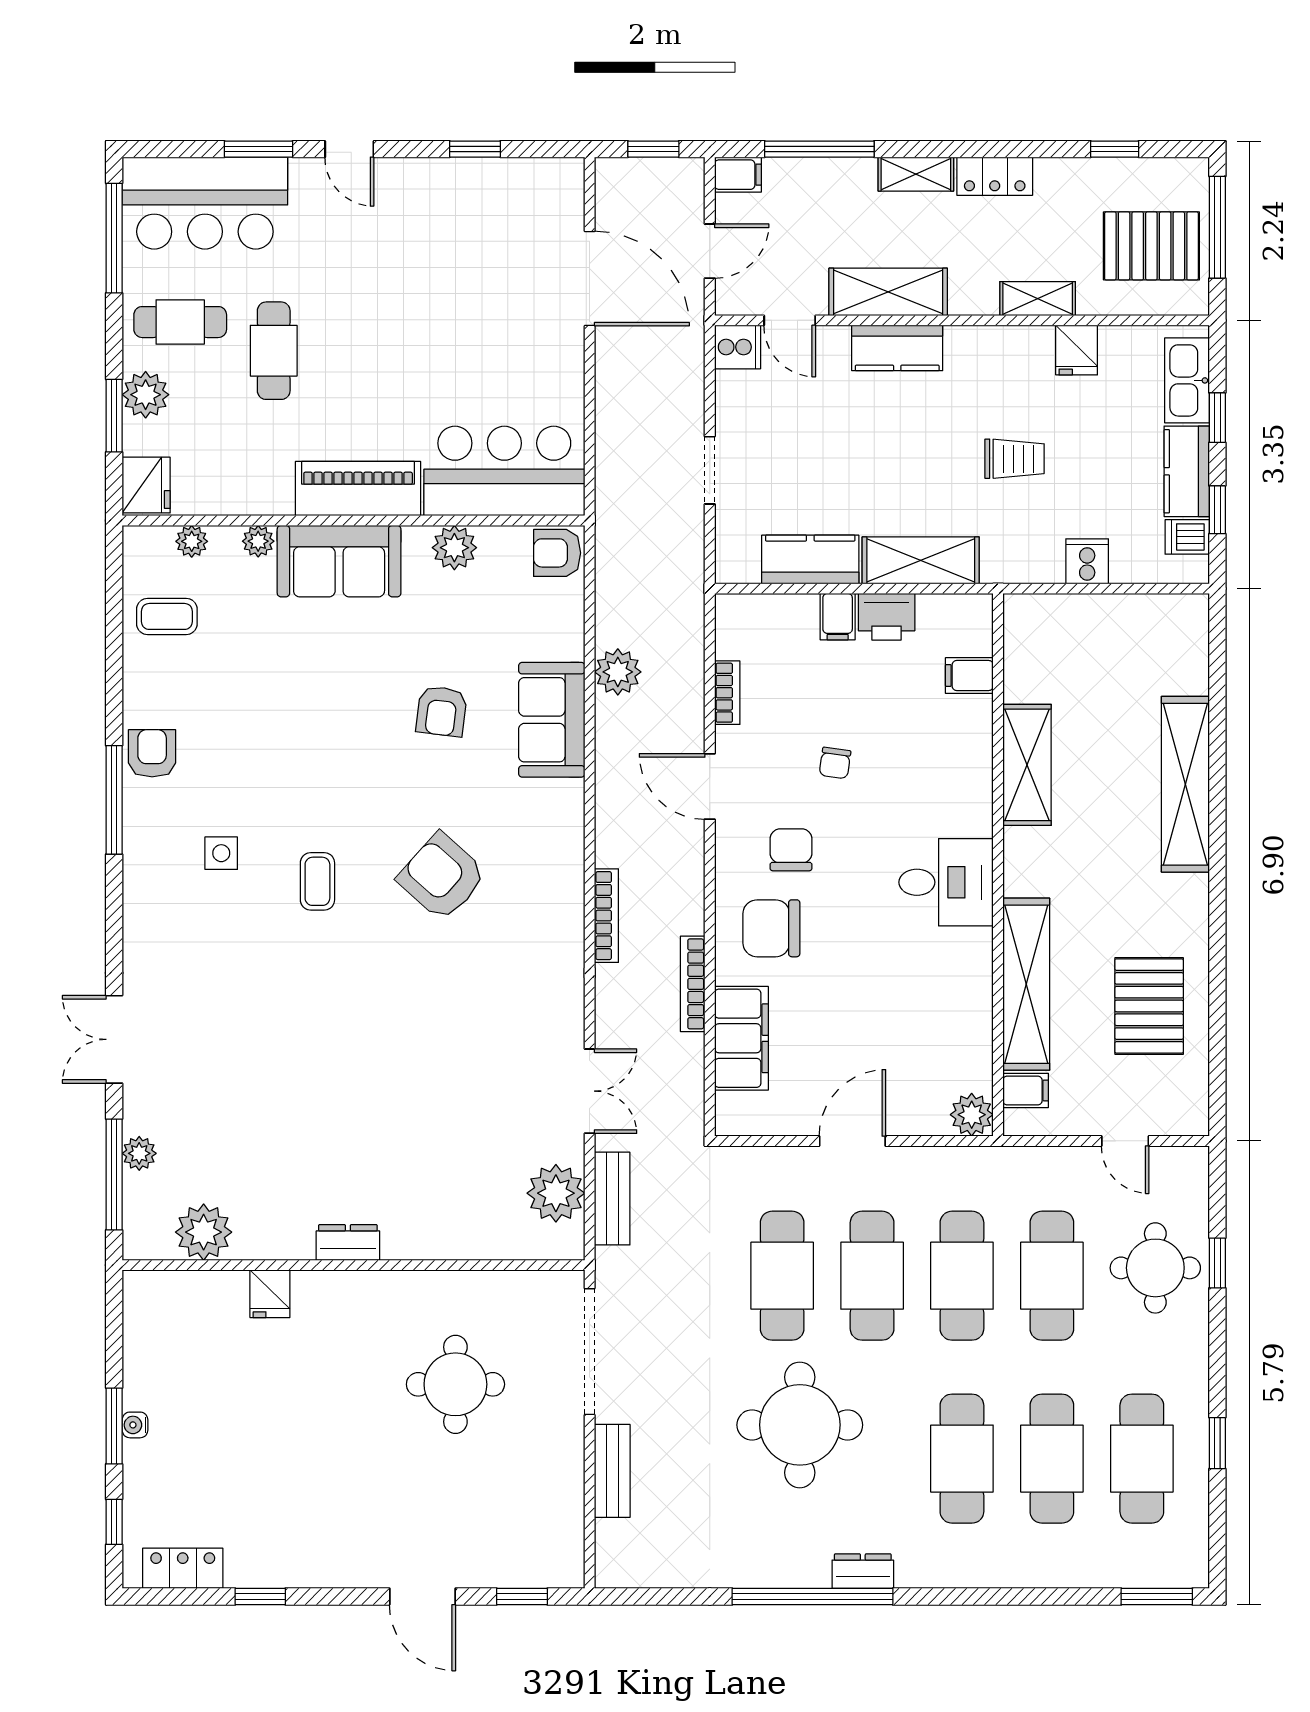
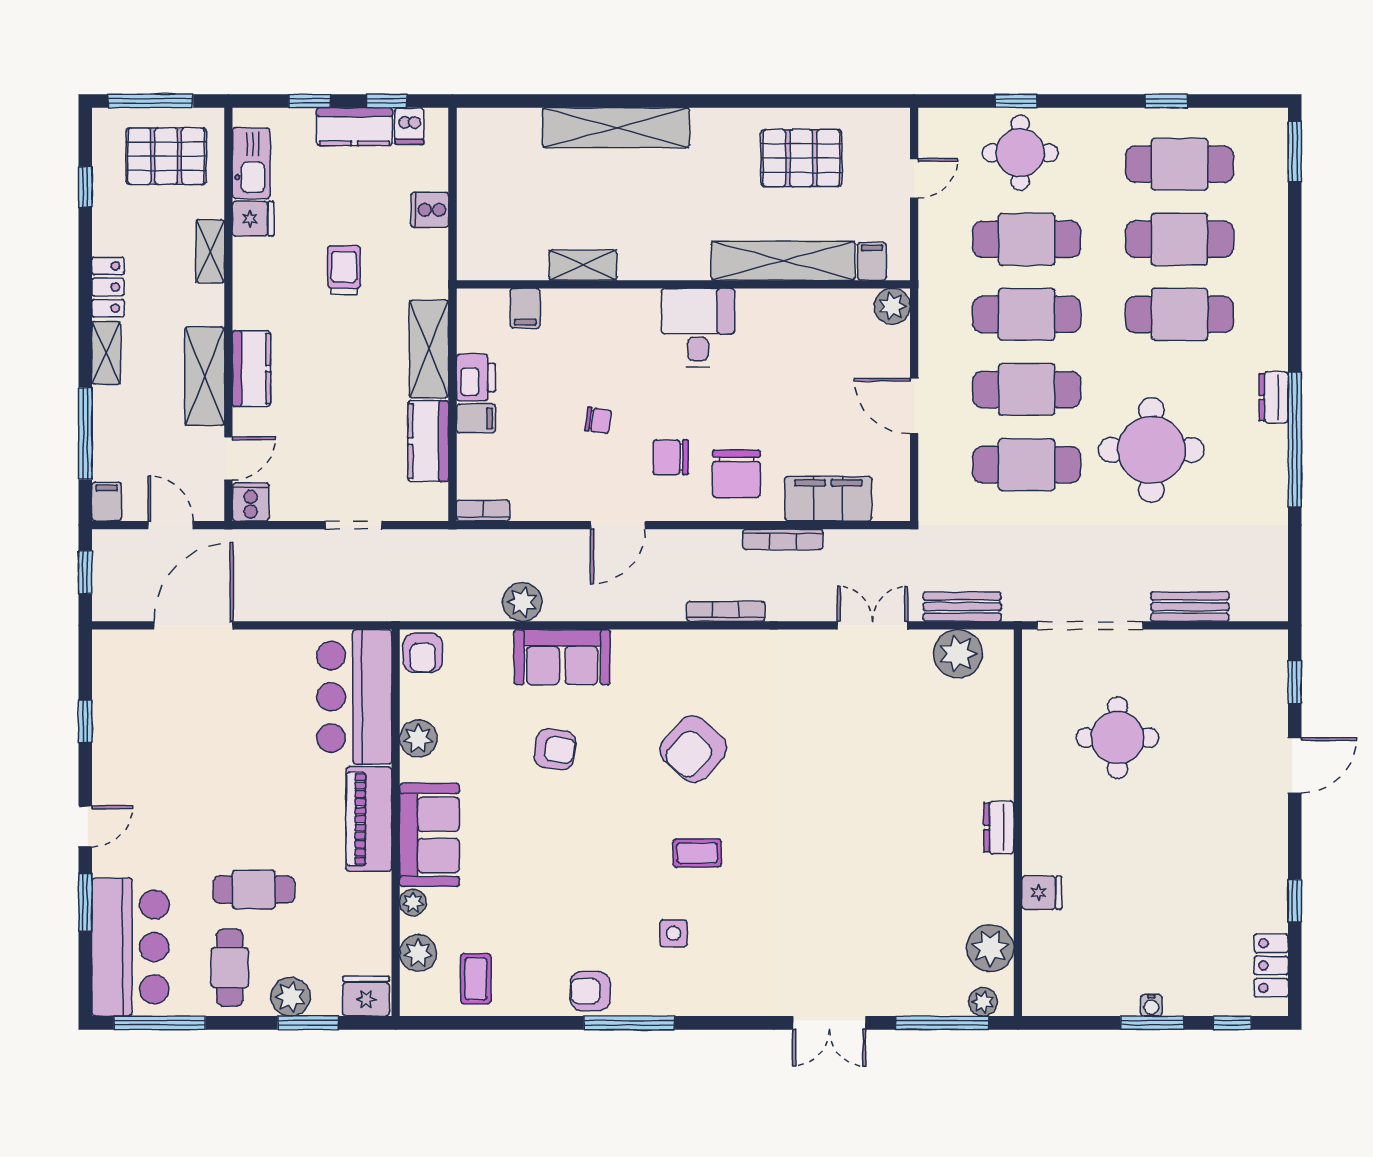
pallet: (1151, 246) -> (166, 156), turned 90
kitchen sink: (1187, 380) -> (251, 163), moved, turned -90
plant: (192, 541) -> (418, 953), width x1.38, depth x1.38
bookcase: (727, 693) -> (483, 510), moved
shelving: (1027, 765) -> (583, 265), width x0.67, depth x0.75
plant: (139, 1153) -> (983, 1002), moved

